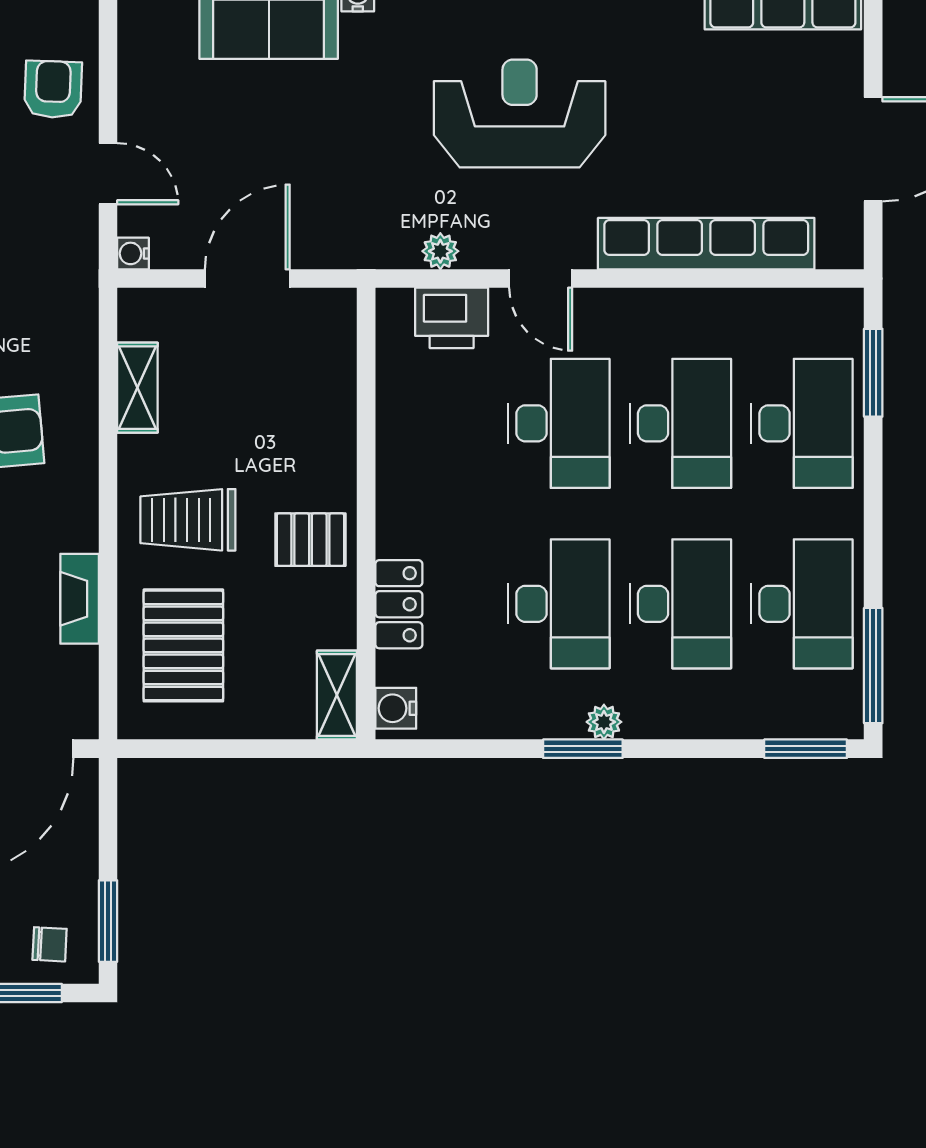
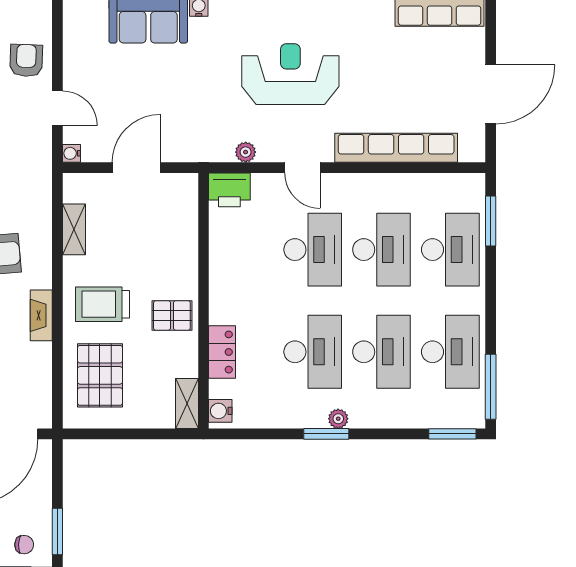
printer: (452, 318) -> (229, 190), moved
fireplace: (80, 599) -> (41, 315), moved

